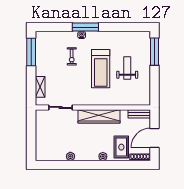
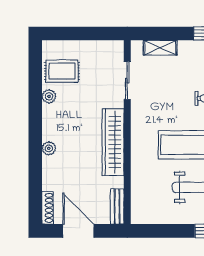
rug: (121, 147) -> (62, 71), moved

